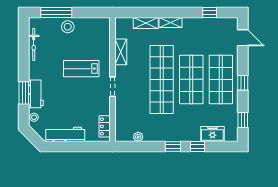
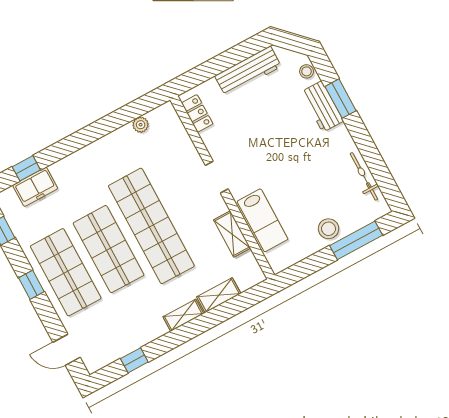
lab bench: (81, 69) -> (263, 220), moved, turned 90
window: (173, 146) -> (83, 138), removed
window: (198, 146) -> (26, 168), moved

